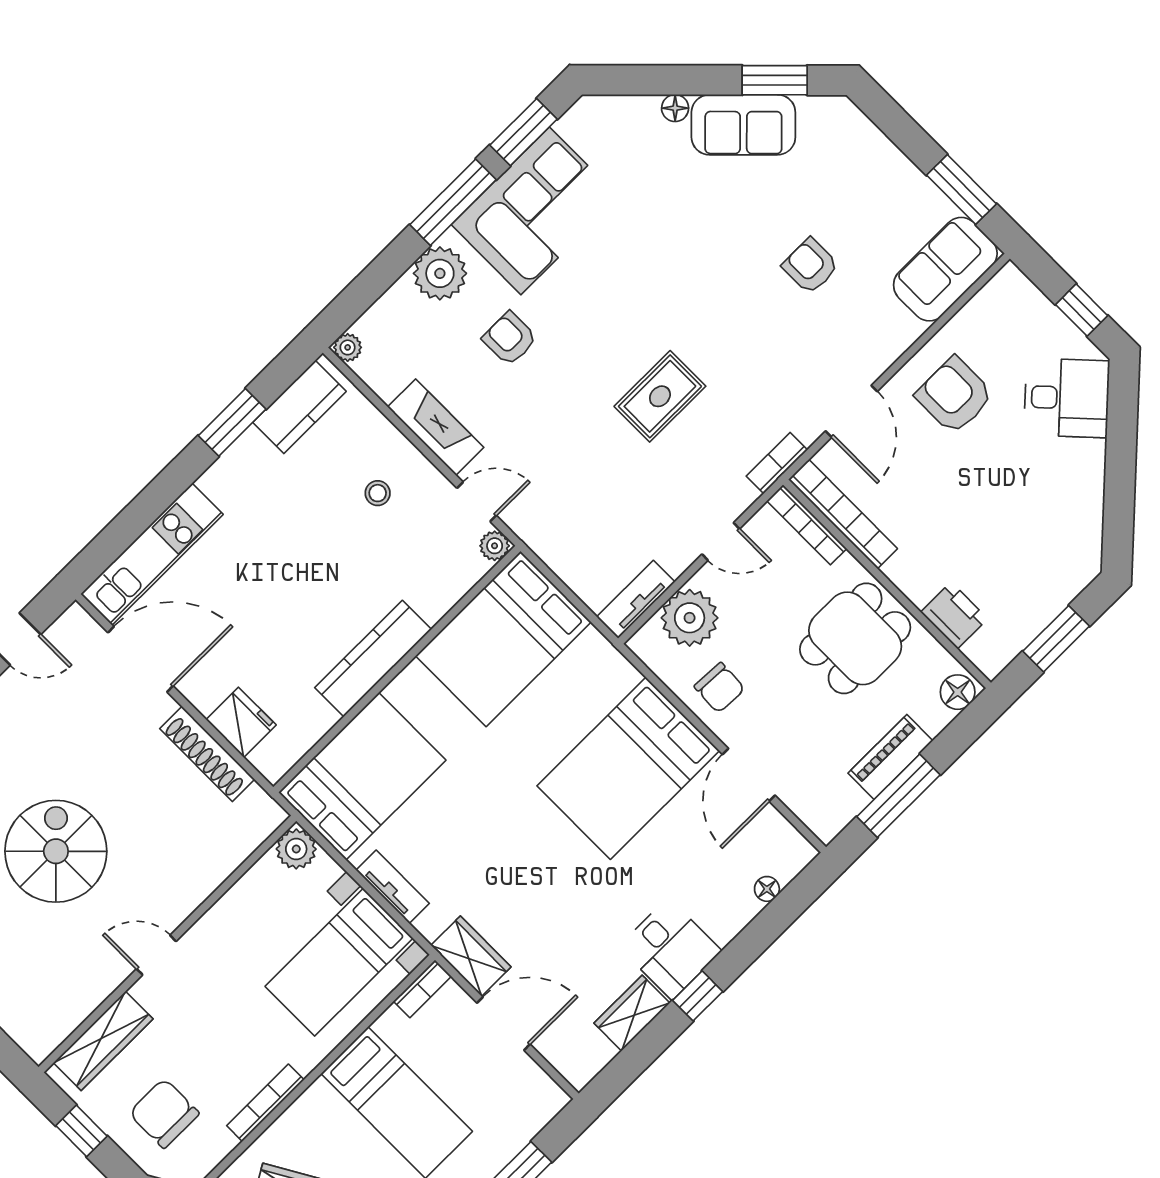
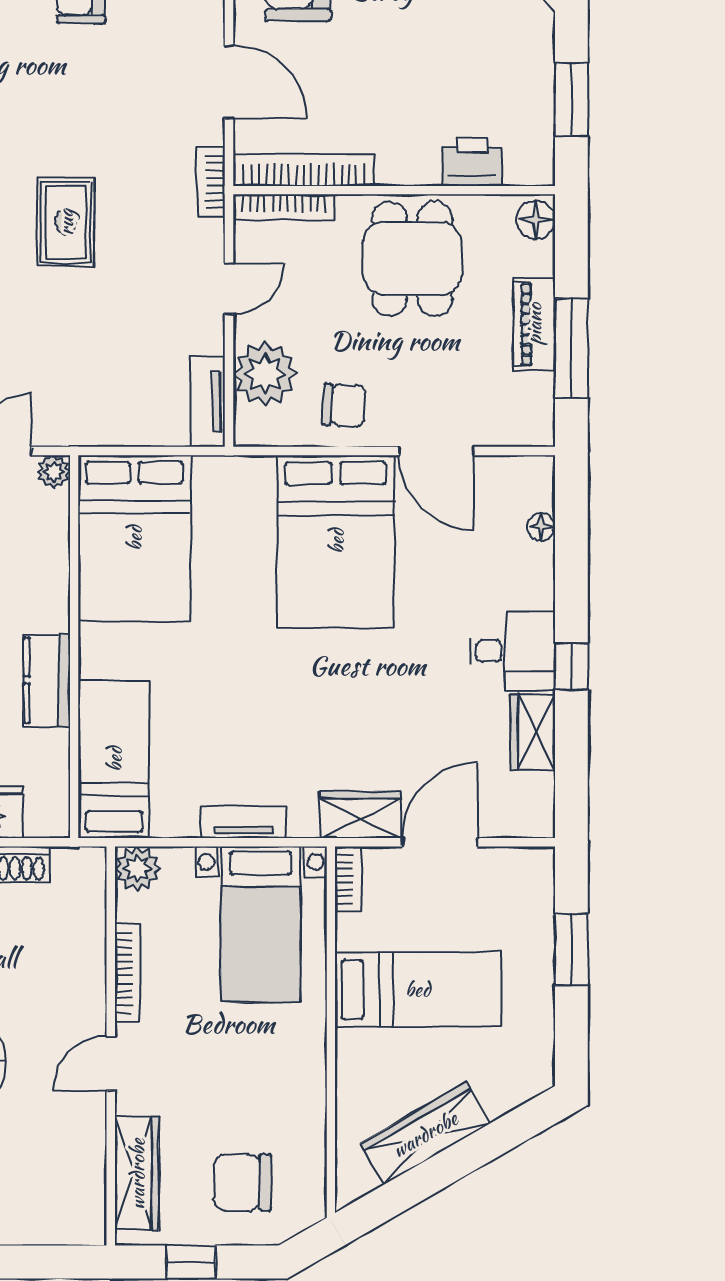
kitchen counter: (373, 659) -> (47, 680), width x0.67
bed: (362, 776) -> (114, 759), width x0.67
bookcase: (265, 1103) -> (127, 973), moved, turned 180

